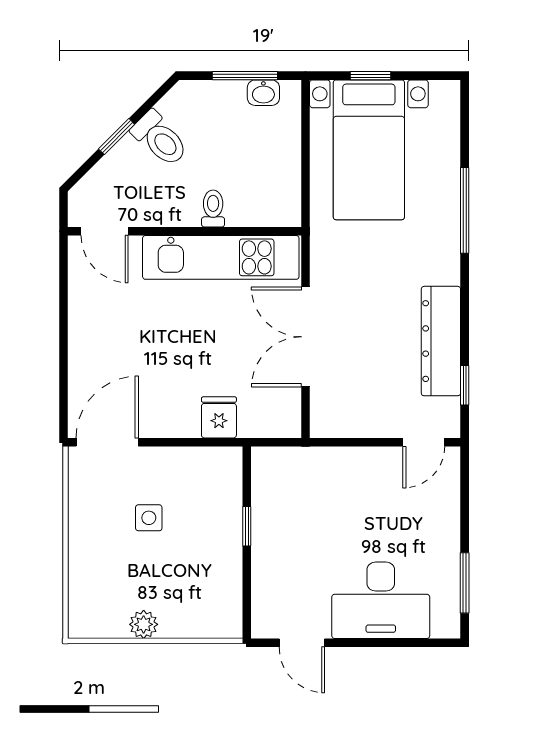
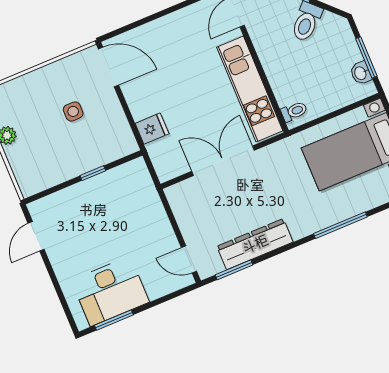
toilet: (213, 209) -> (294, 111), moved
window: (465, 385) -> (234, 270), width x1.50
desk: (381, 600) -> (110, 291), moved, turned -90

